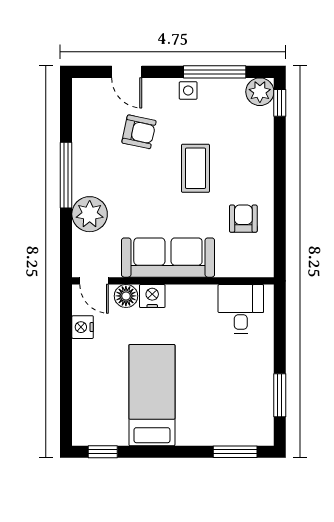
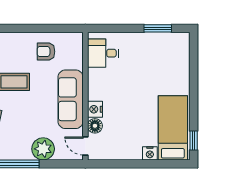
door: (94, 281) -> (85, 146), swing flipped
nightstand: (83, 327) -> (150, 153), moved
bed: (152, 395) -> (173, 128), moved, turned 90
window: (235, 452) -> (194, 57), removed

